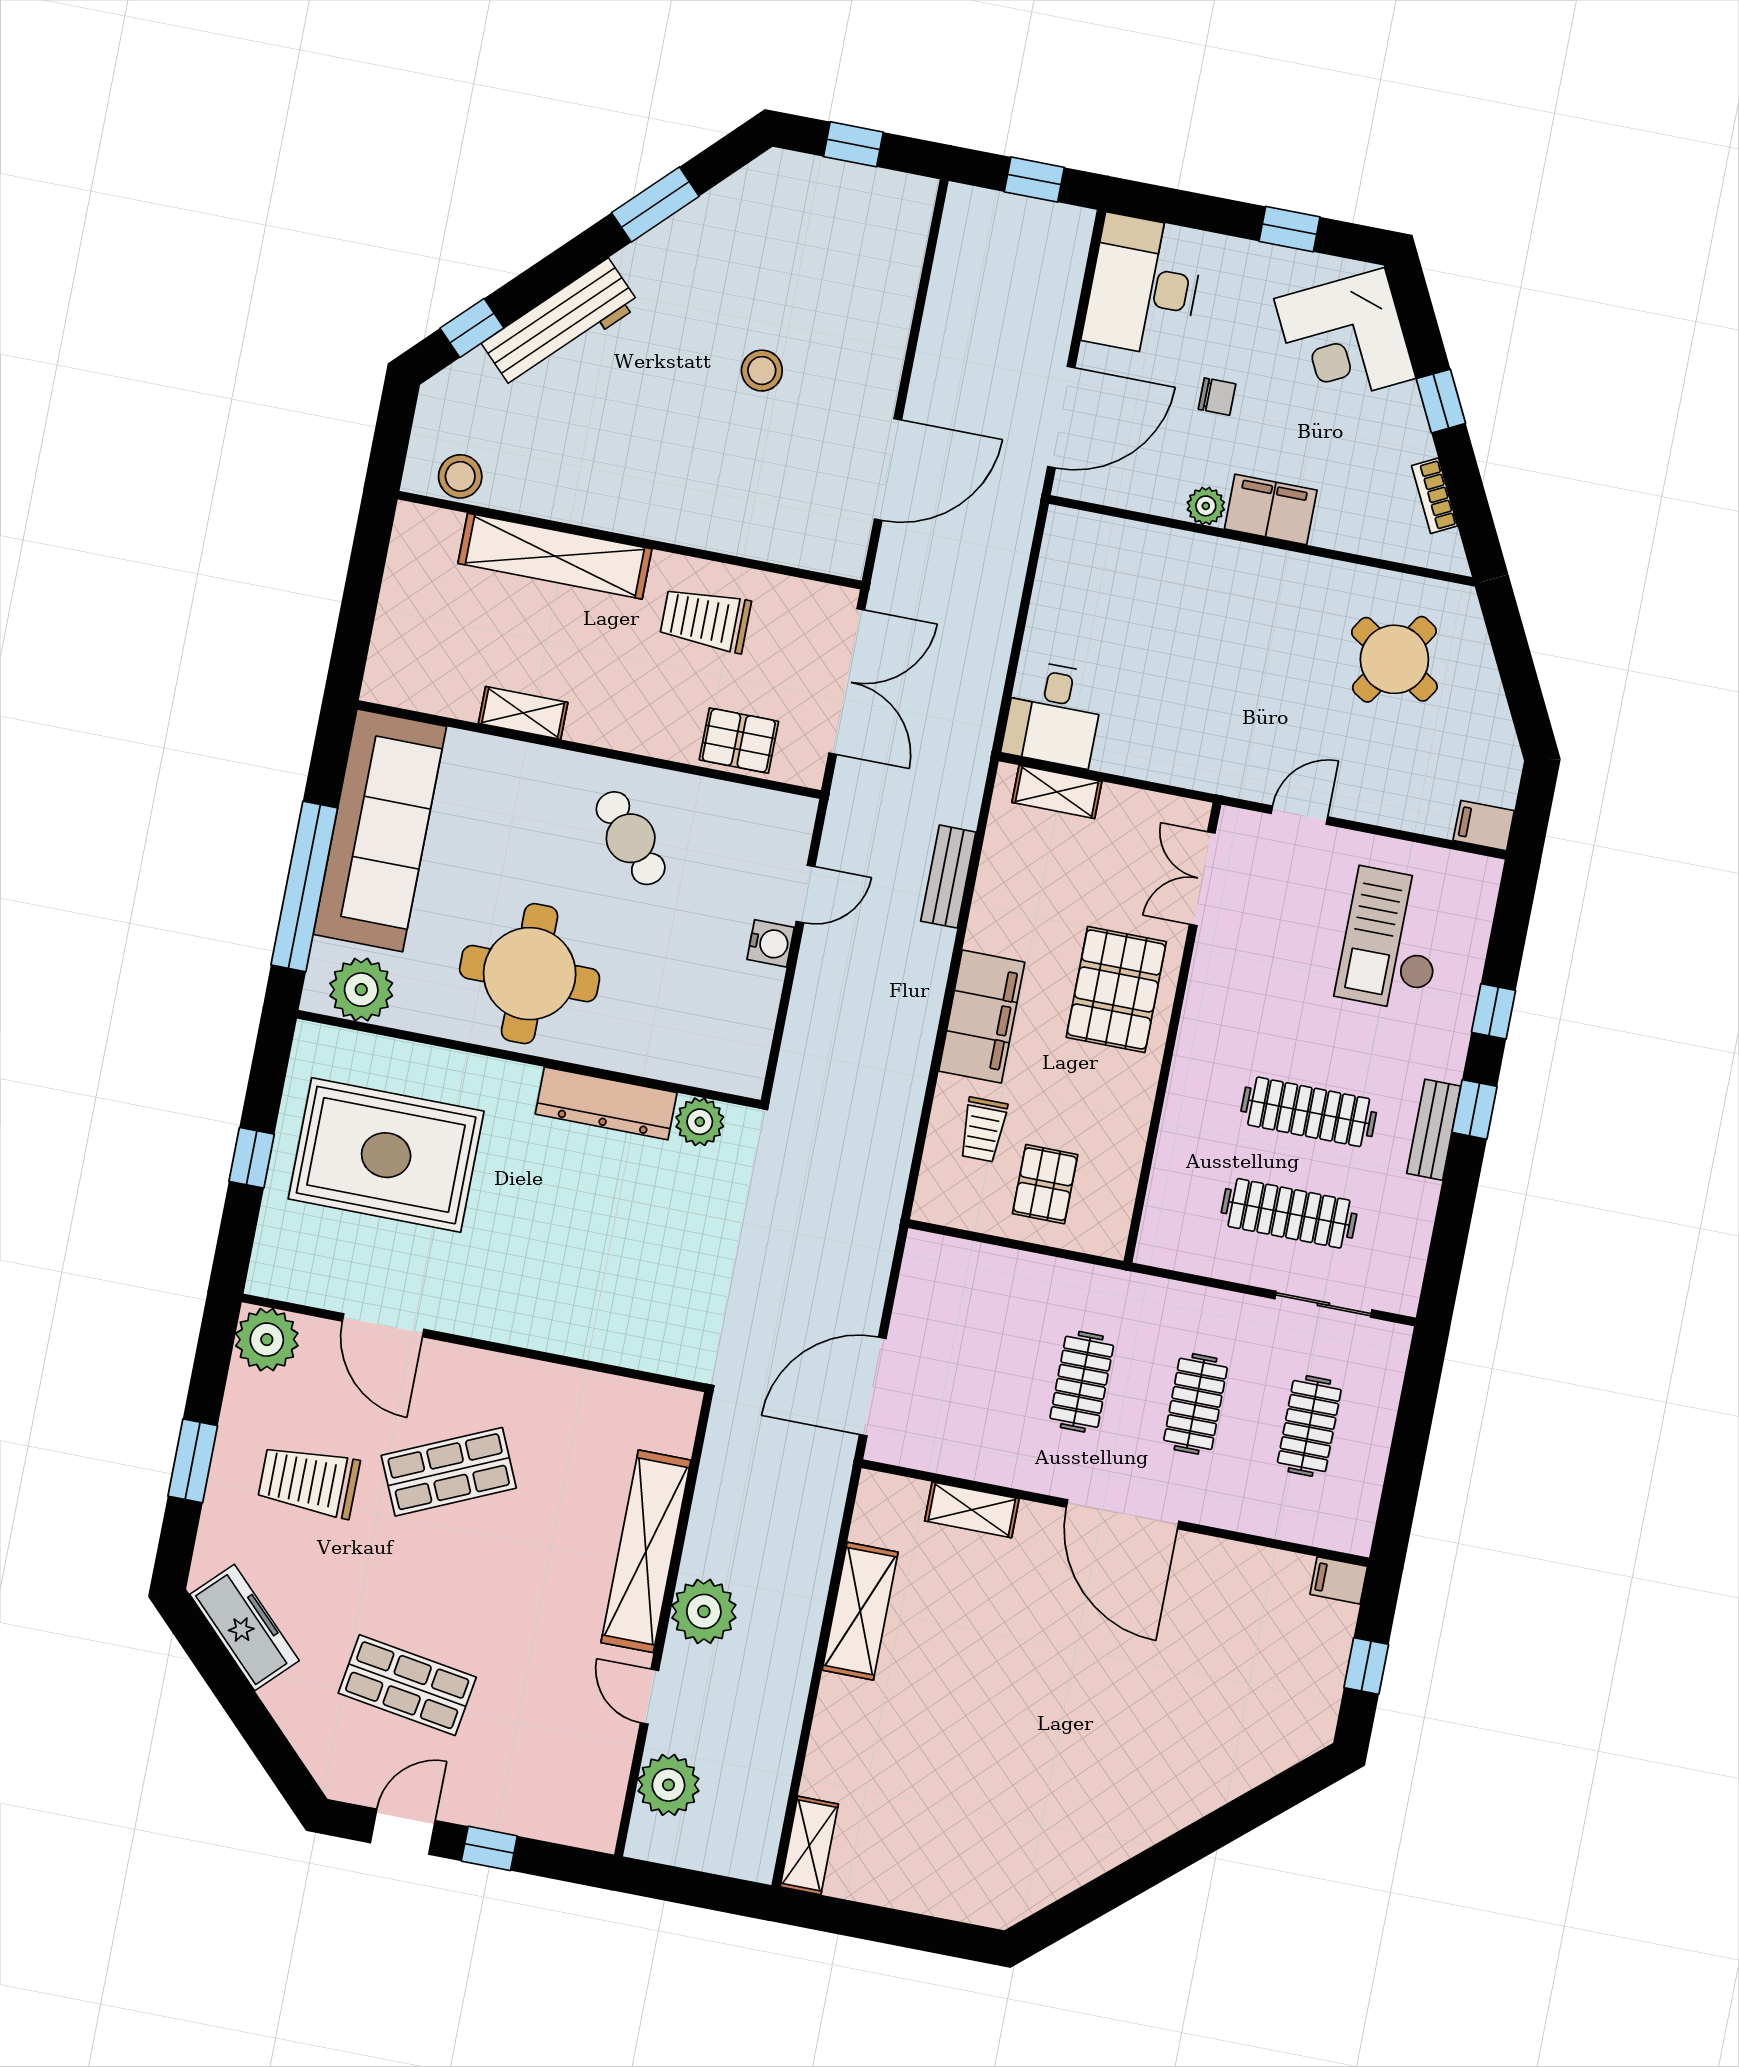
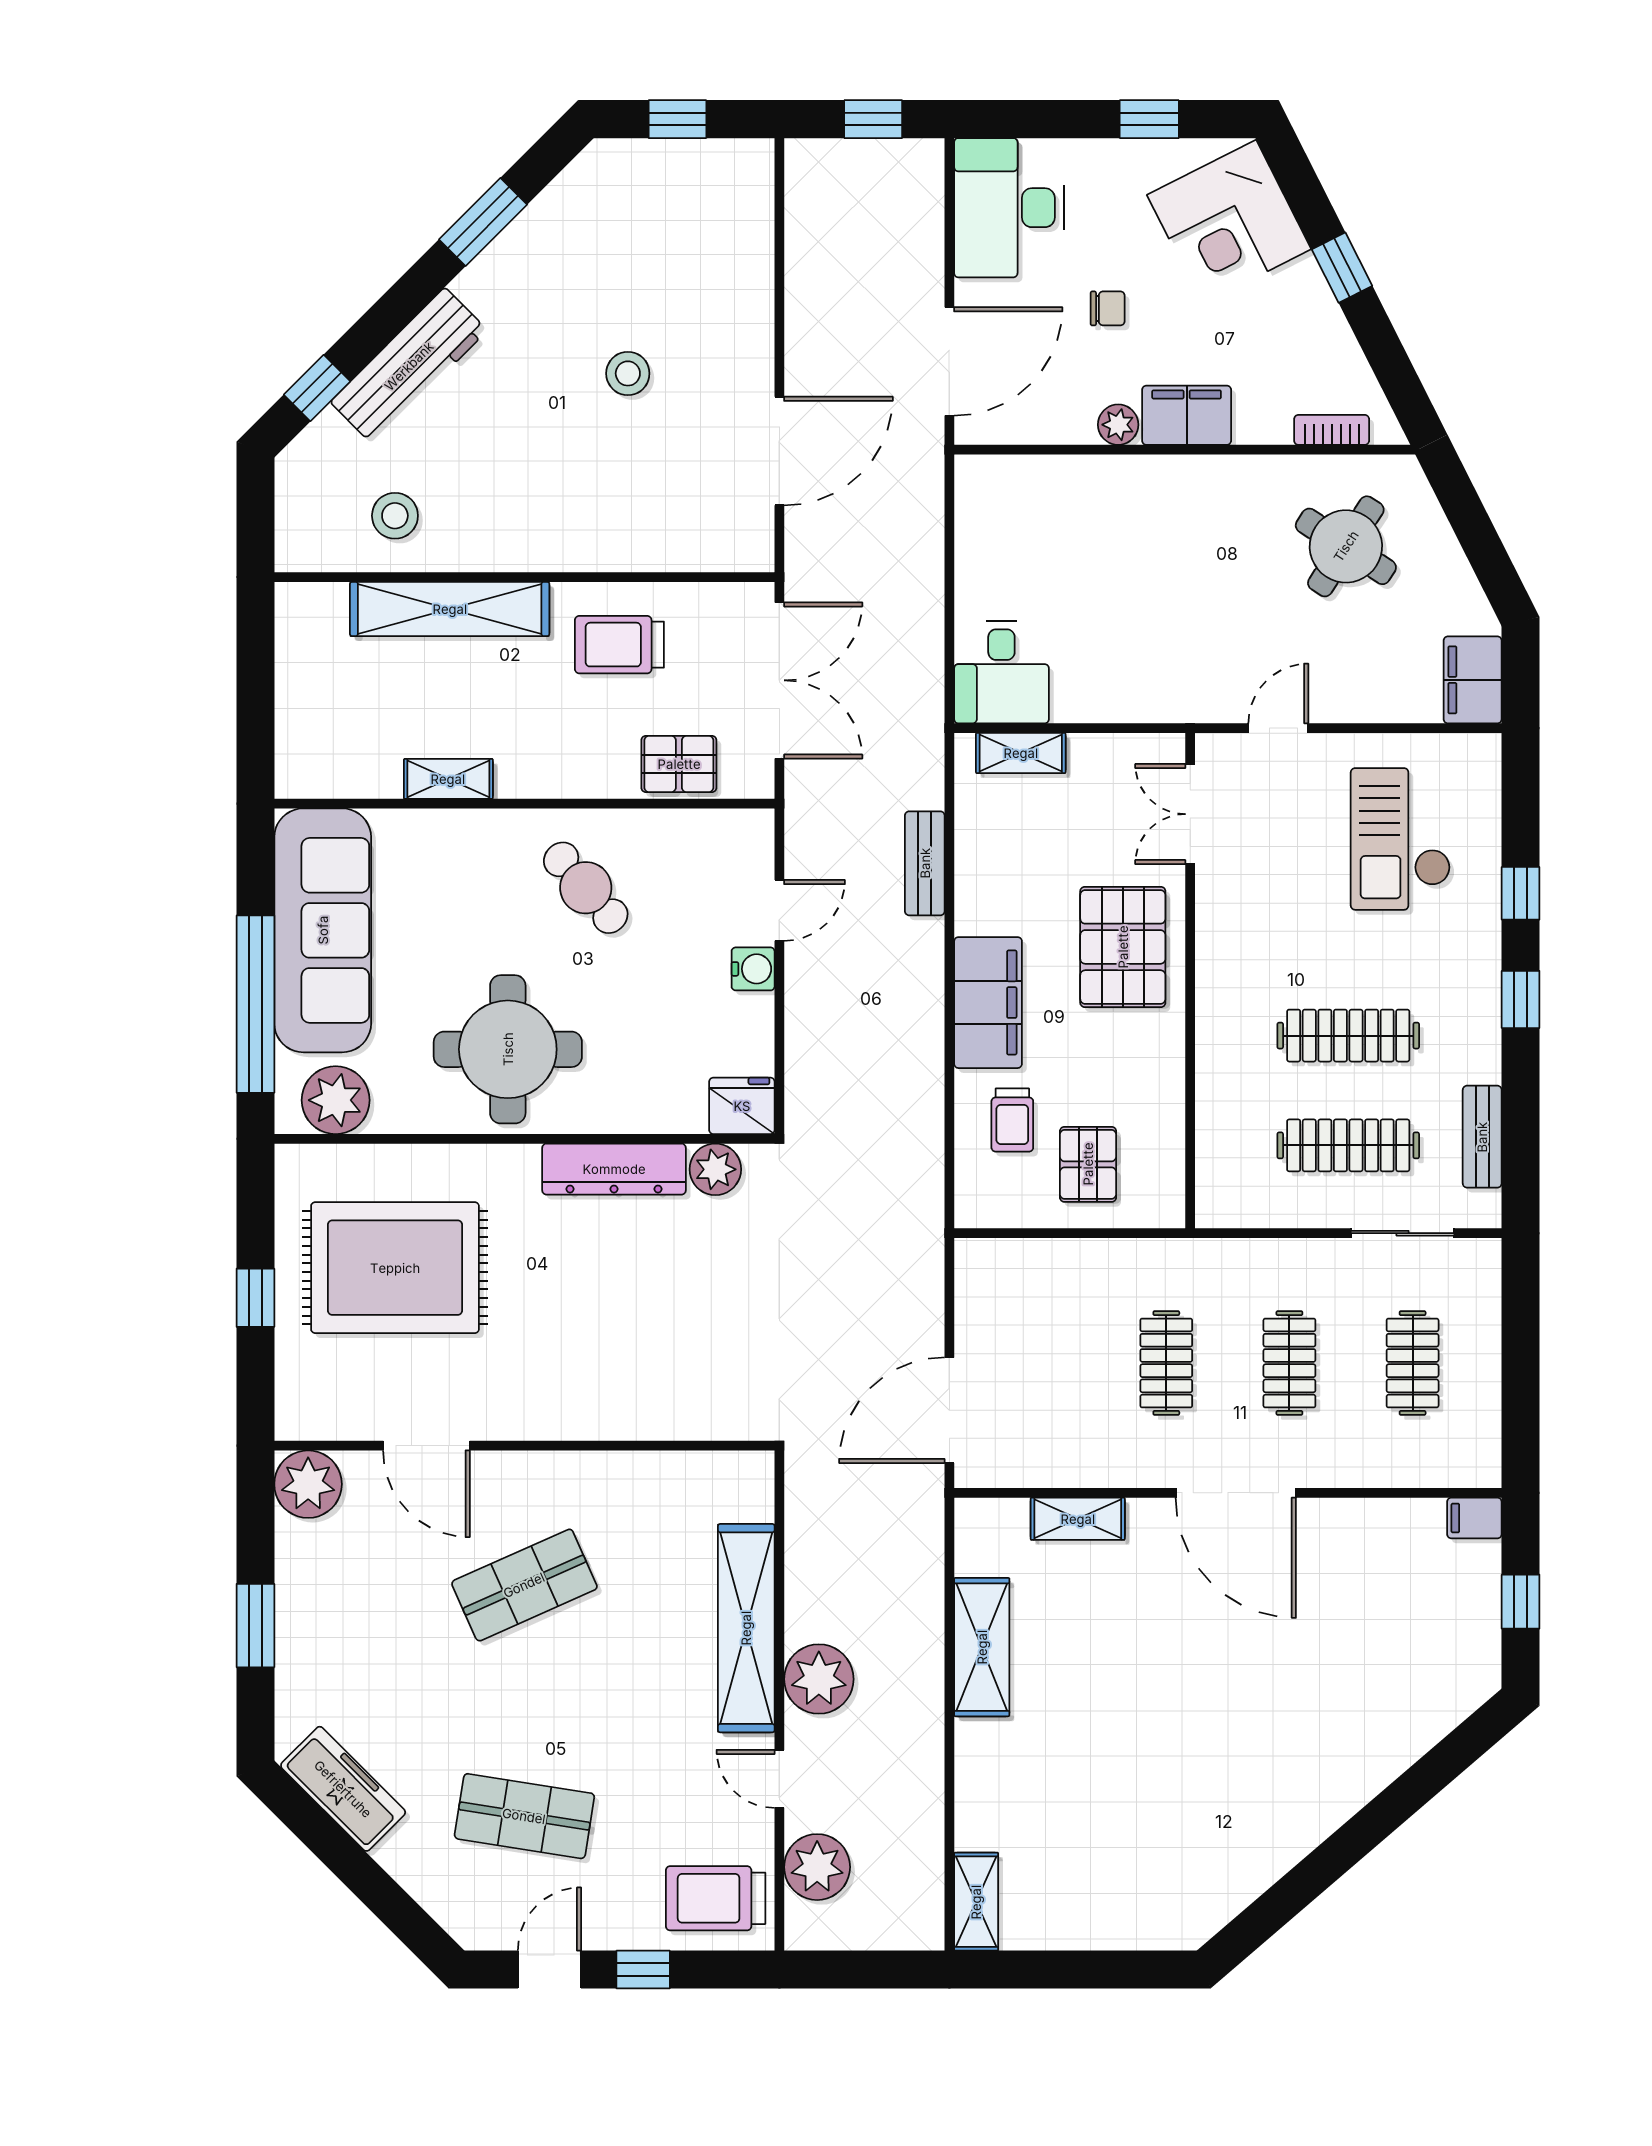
stool: (460, 476) -> (395, 516), moved
bookcase: (1435, 496) -> (1332, 430), moved, turned 117
filing cabinet: (1484, 826) -> (1473, 680), width x2.00
fridge: (736, 1068) -> (742, 1106), added
bench: (1434, 1130) -> (1482, 1137), moved
trolley: (309, 1481) -> (716, 1898), moved

